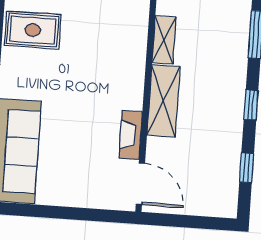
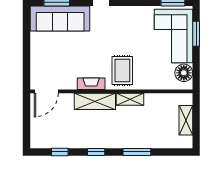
rug: (33, 30) -> (122, 70), moved
fireplace: (131, 135) -> (91, 84), moved

